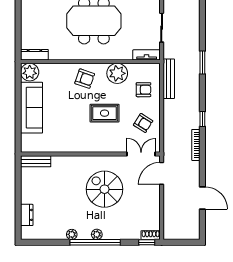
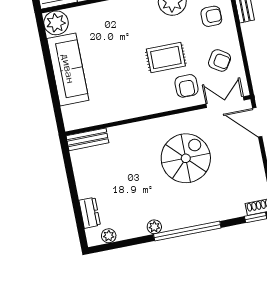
armchair: (85, 79) -> (186, 86), moved, turned 71
door: (162, 173) -> (257, 122), hinge flipped
spiral stairs: (104, 189) -> (186, 158), turned 90
plant: (97, 234) -> (109, 236), moved

